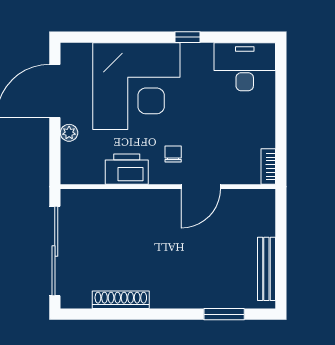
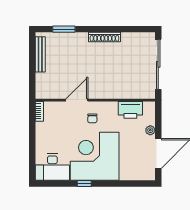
corner desk: (136, 86) -> (95, 156), moved
printer: (127, 169) -> (130, 110), moved
shoe rack: (121, 300) -> (104, 37), moved

